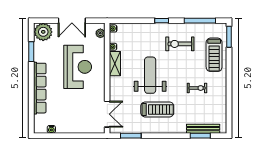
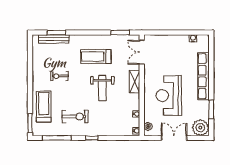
shelving: (115, 64) -> (135, 82), moved
weight bench: (150, 75) -> (102, 88), width x0.73, depth x0.75

